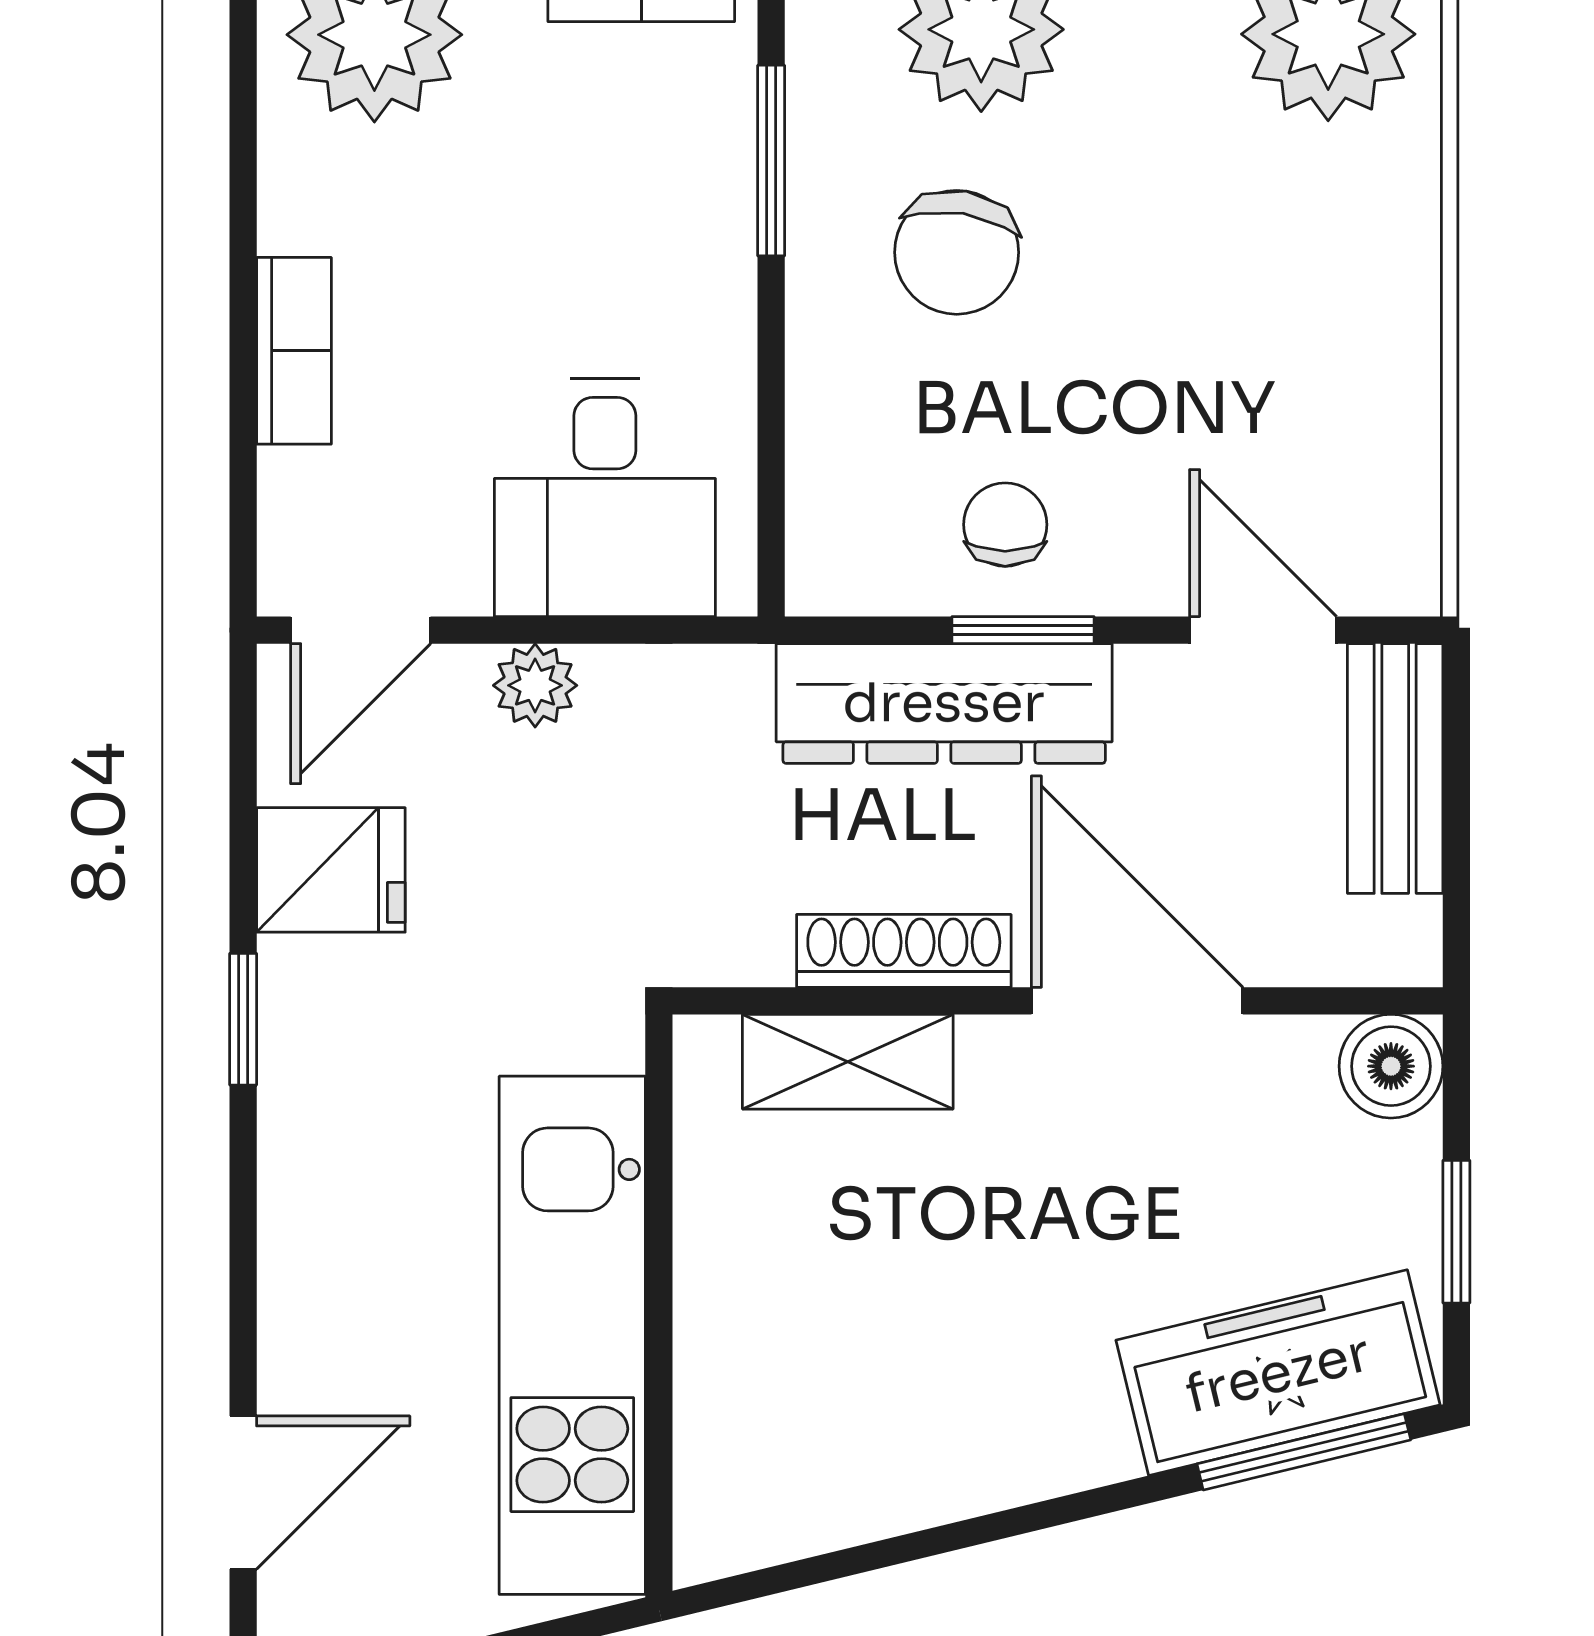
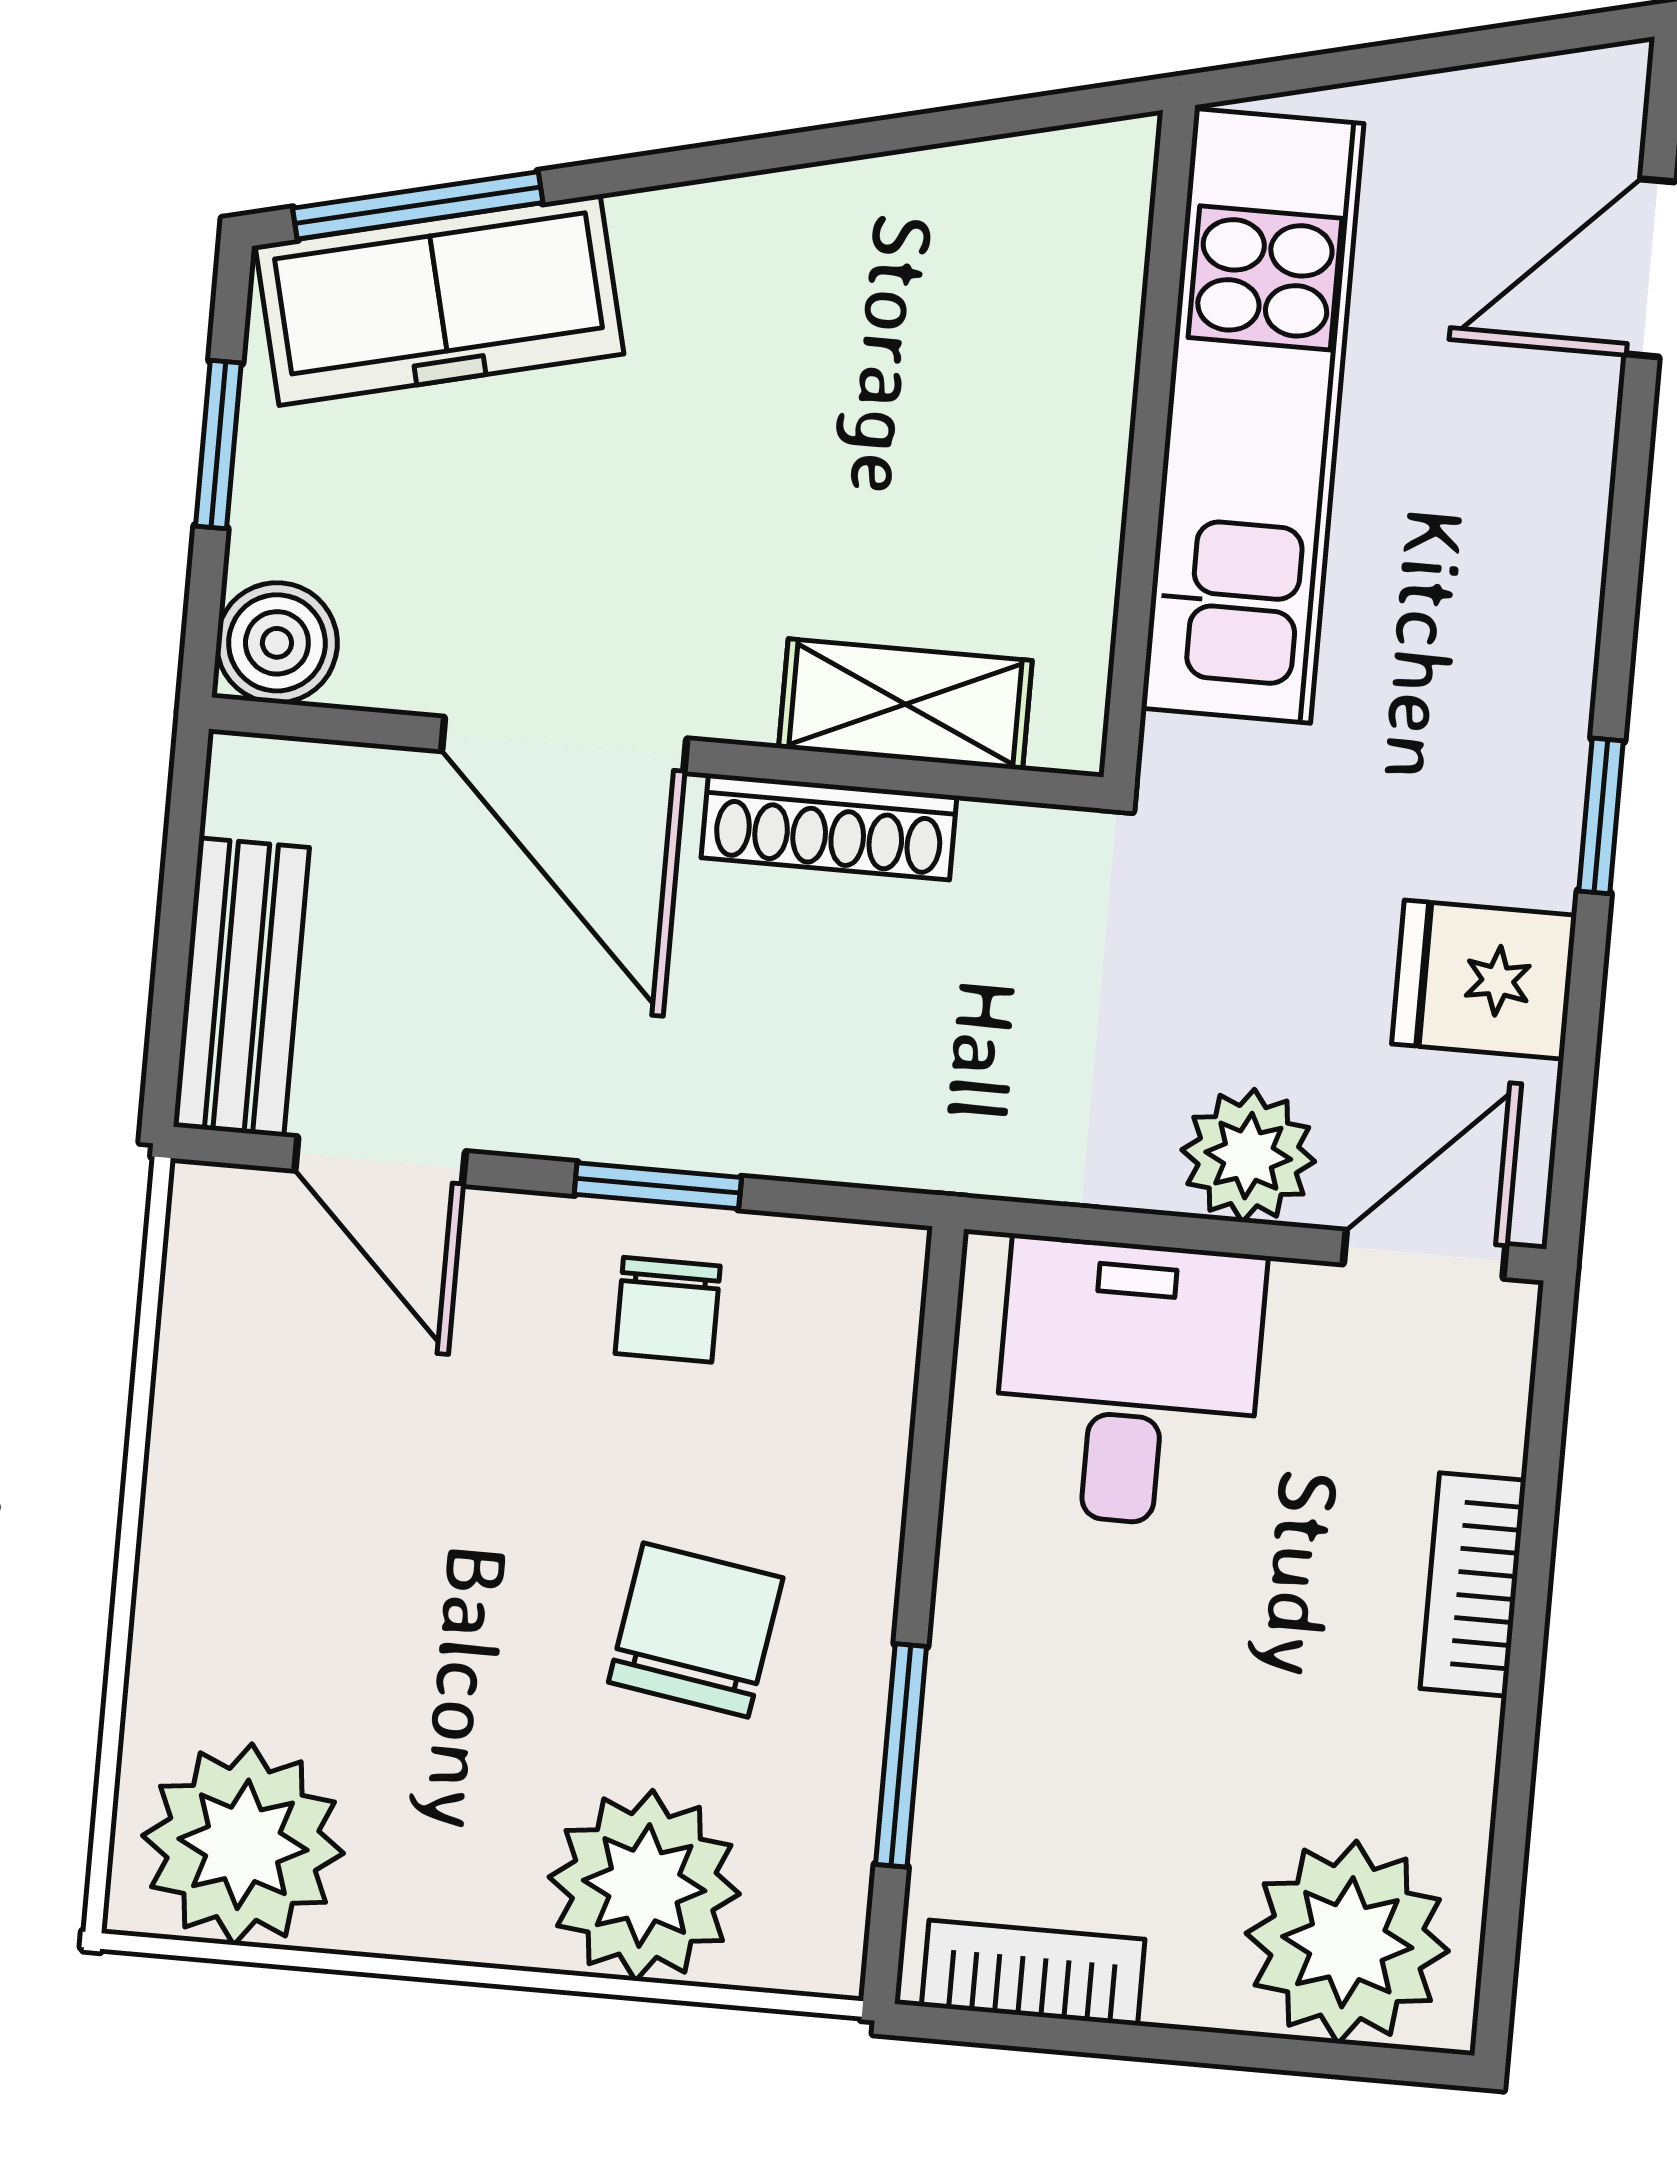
plant: (535, 685) -> (1248, 1156), width x1.38, depth x1.38
dresser: (944, 703) -> (757, 1109), removed

